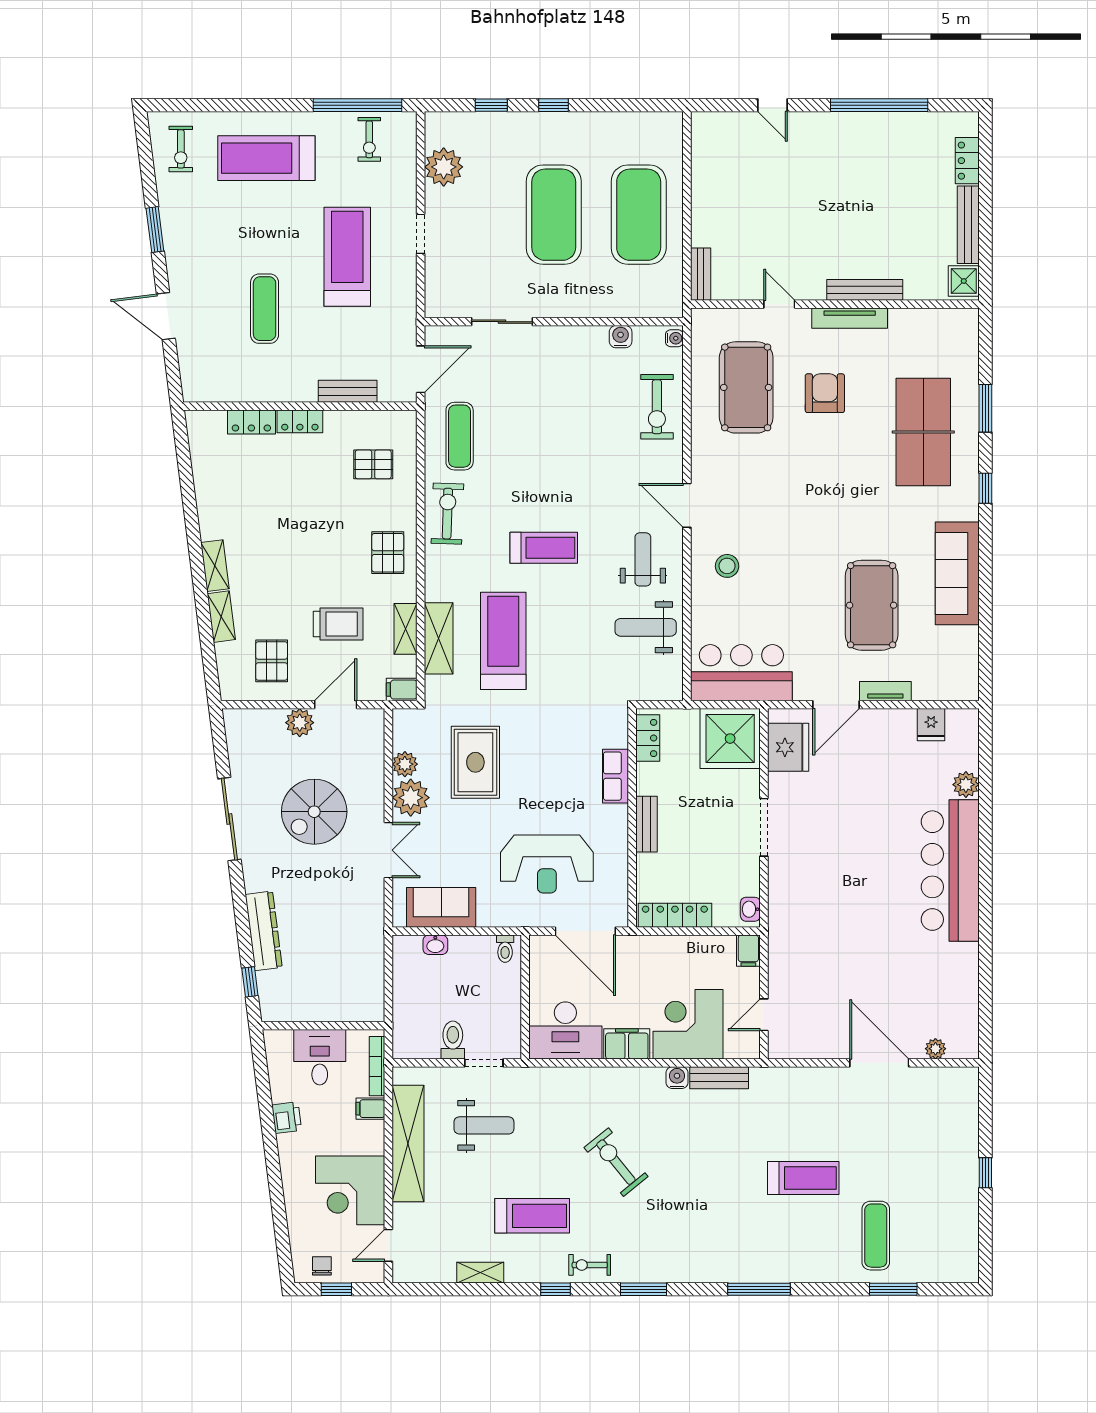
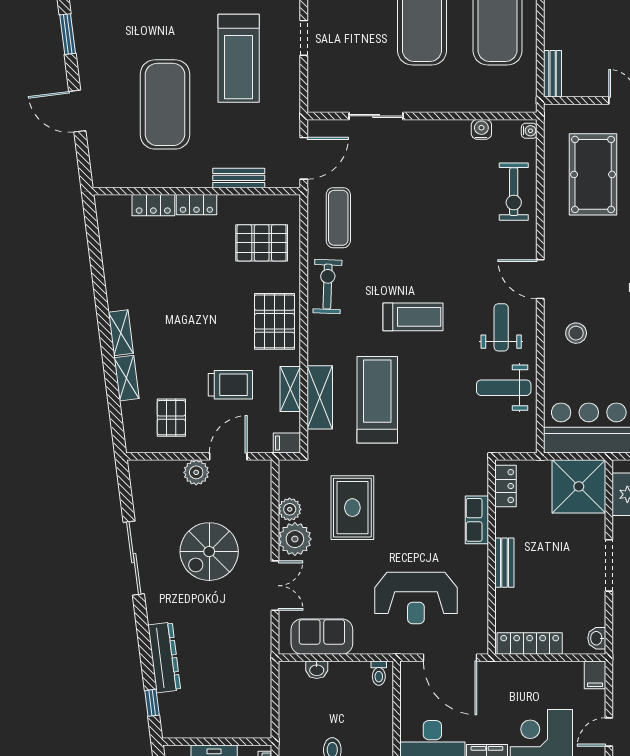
treadmill: (347, 257) -> (239, 58), turned 180
exercise mat: (265, 309) -> (165, 104), width x2.00, depth x1.45
pallet: (373, 464) -> (262, 243), width x1.50, depth x1.42
pallet: (388, 553) -> (274, 321), width x1.50, depth x1.42

